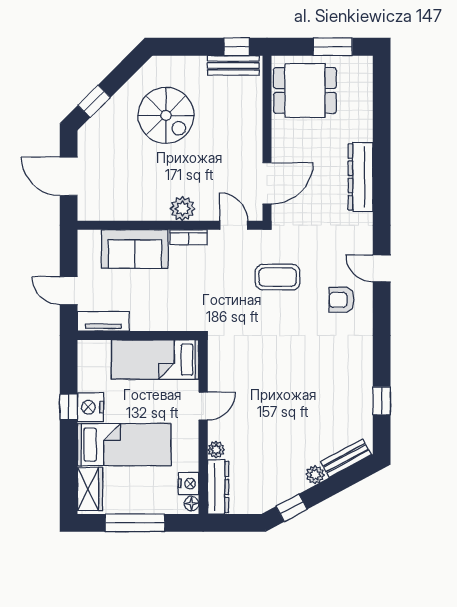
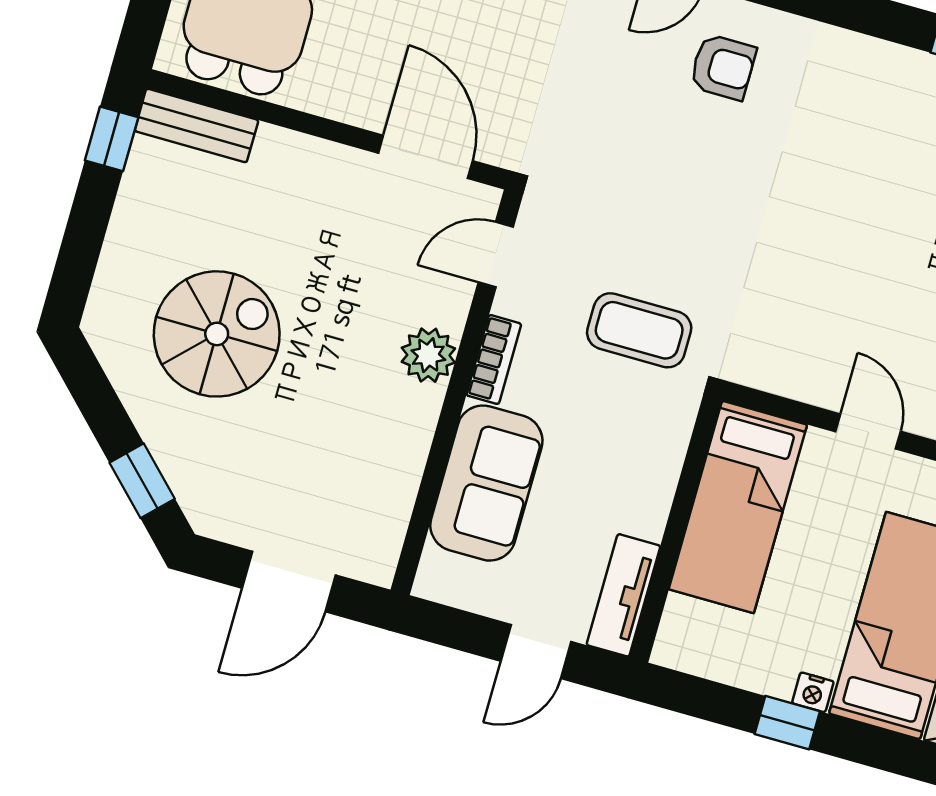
bench: (233, 65) -> (196, 126), moved, turned 90
coffee table: (278, 277) -> (639, 330), moved, turned 90
armchair: (342, 300) -> (723, 67), turned -90
nightstand: (91, 407) -> (813, 692), width x0.53, depth x0.56

